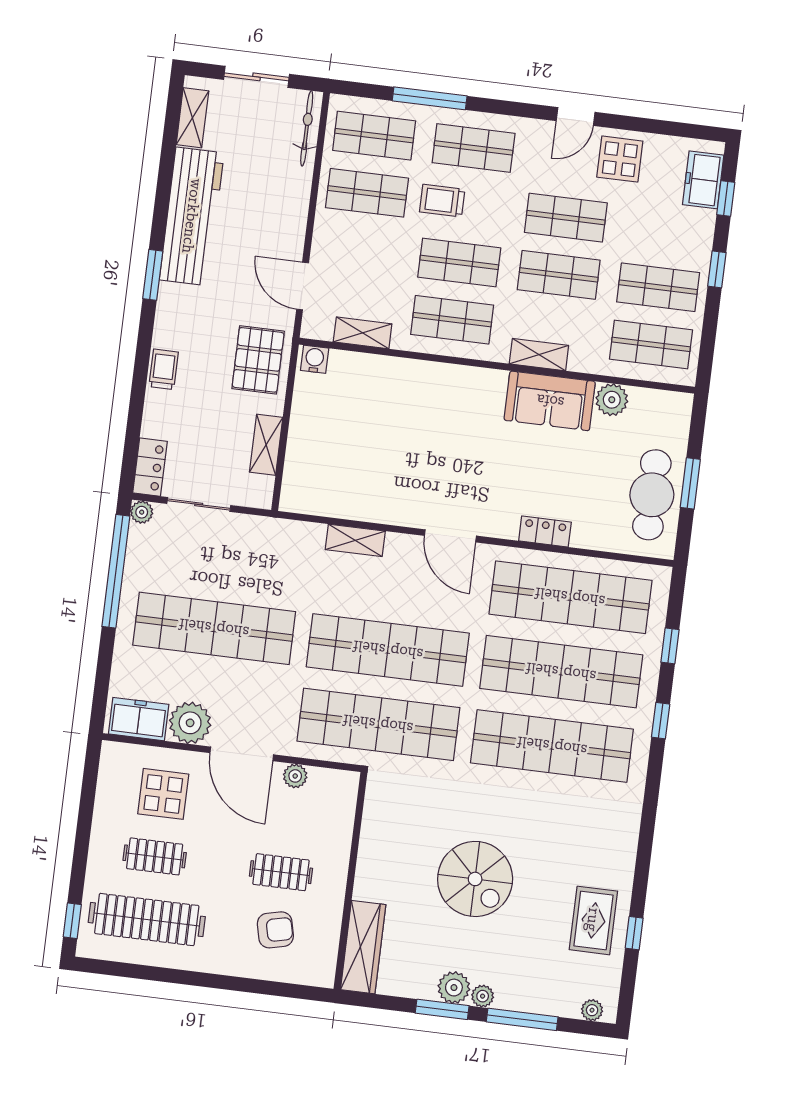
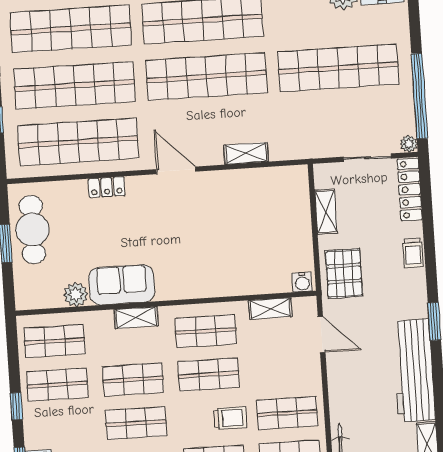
locker: (150, 467) -> (410, 189), width x1.53

